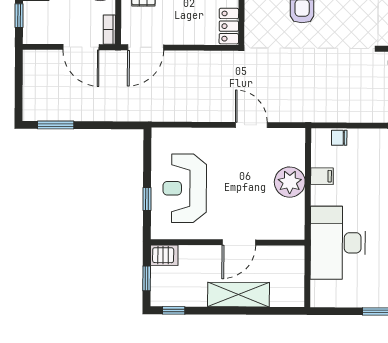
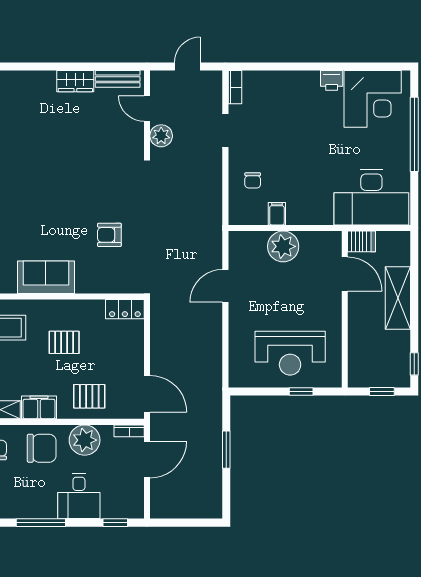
window: (56, 125) -> (226, 450), moved
chair: (339, 138) -> (253, 180), moved
door: (239, 242) -> (345, 274), moved
desk: (338, 243) -> (371, 197), moved
server rack: (164, 255) -> (362, 241), moved, turned 90

